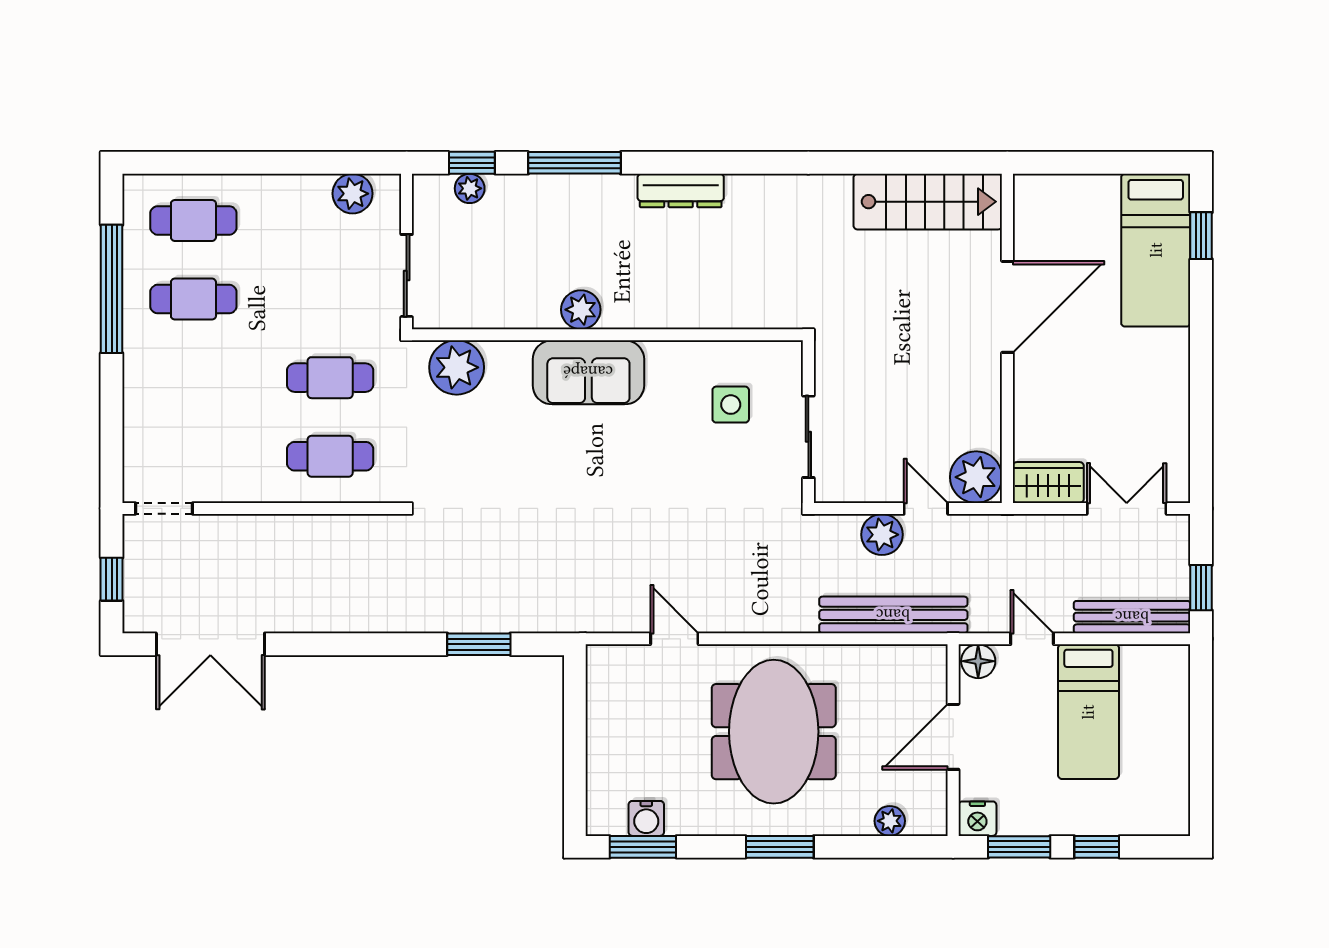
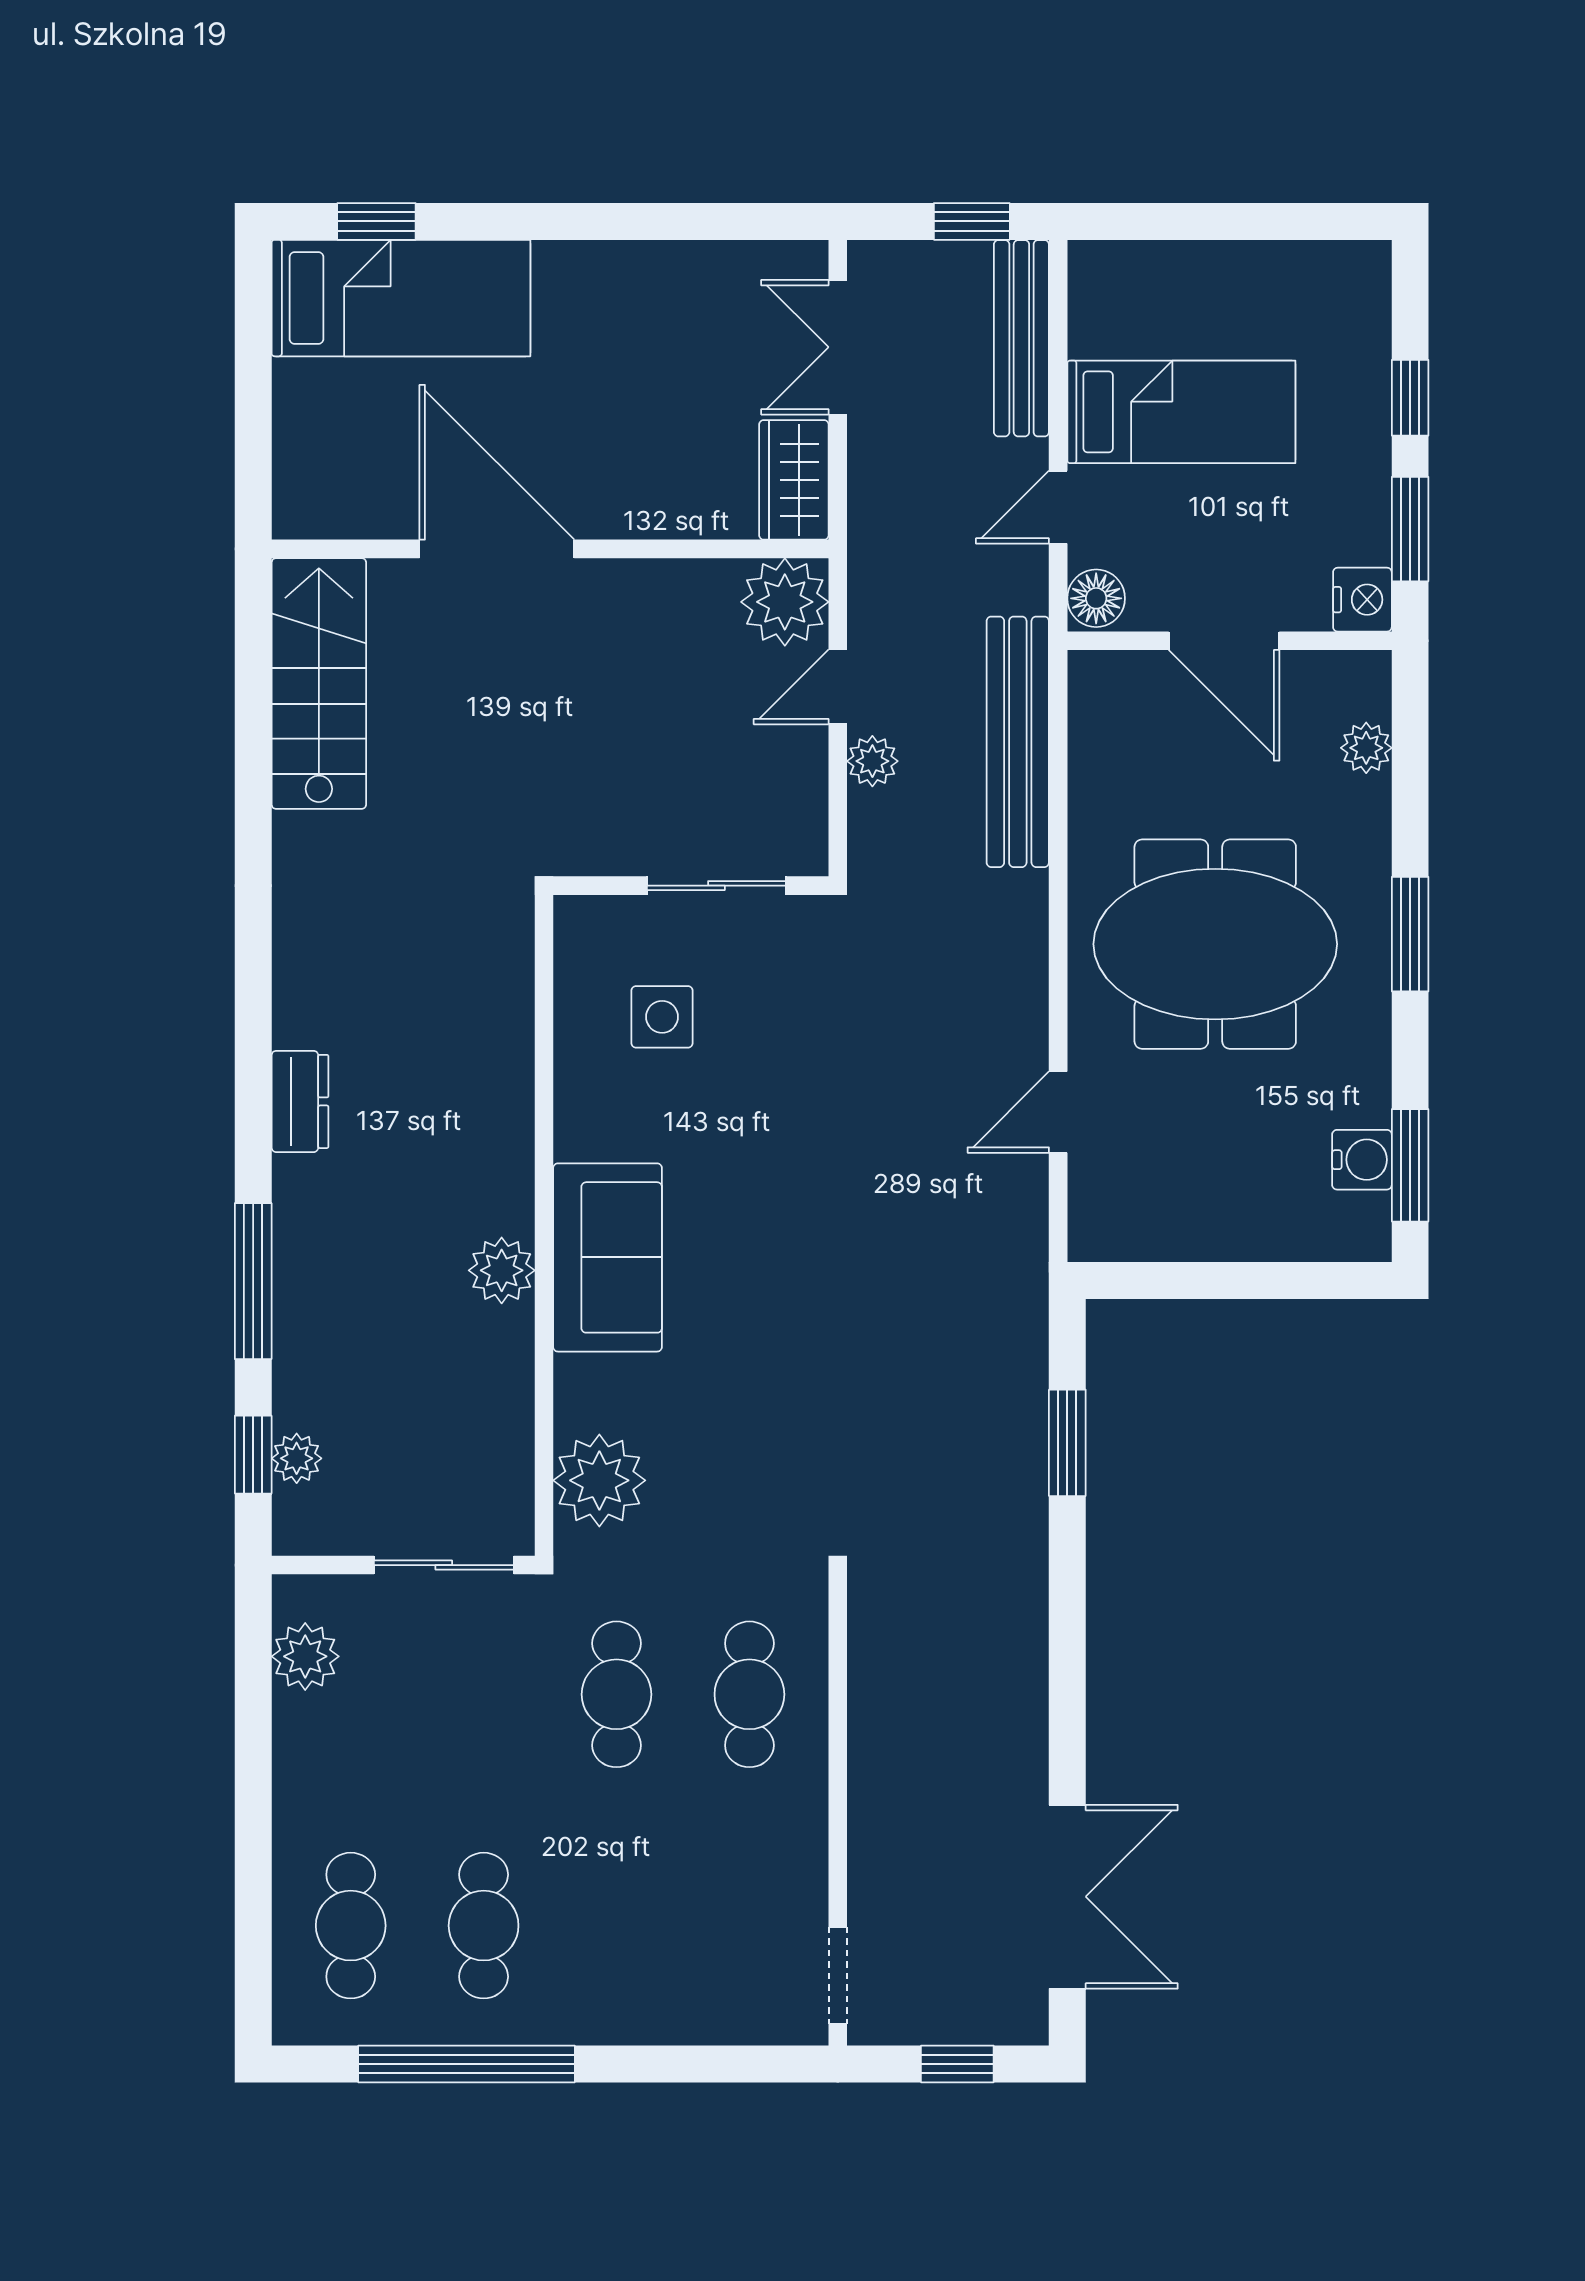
dresser: (681, 190) -> (300, 1101), width x0.70
plant: (882, 535) -> (872, 761), width x0.73, depth x0.73

